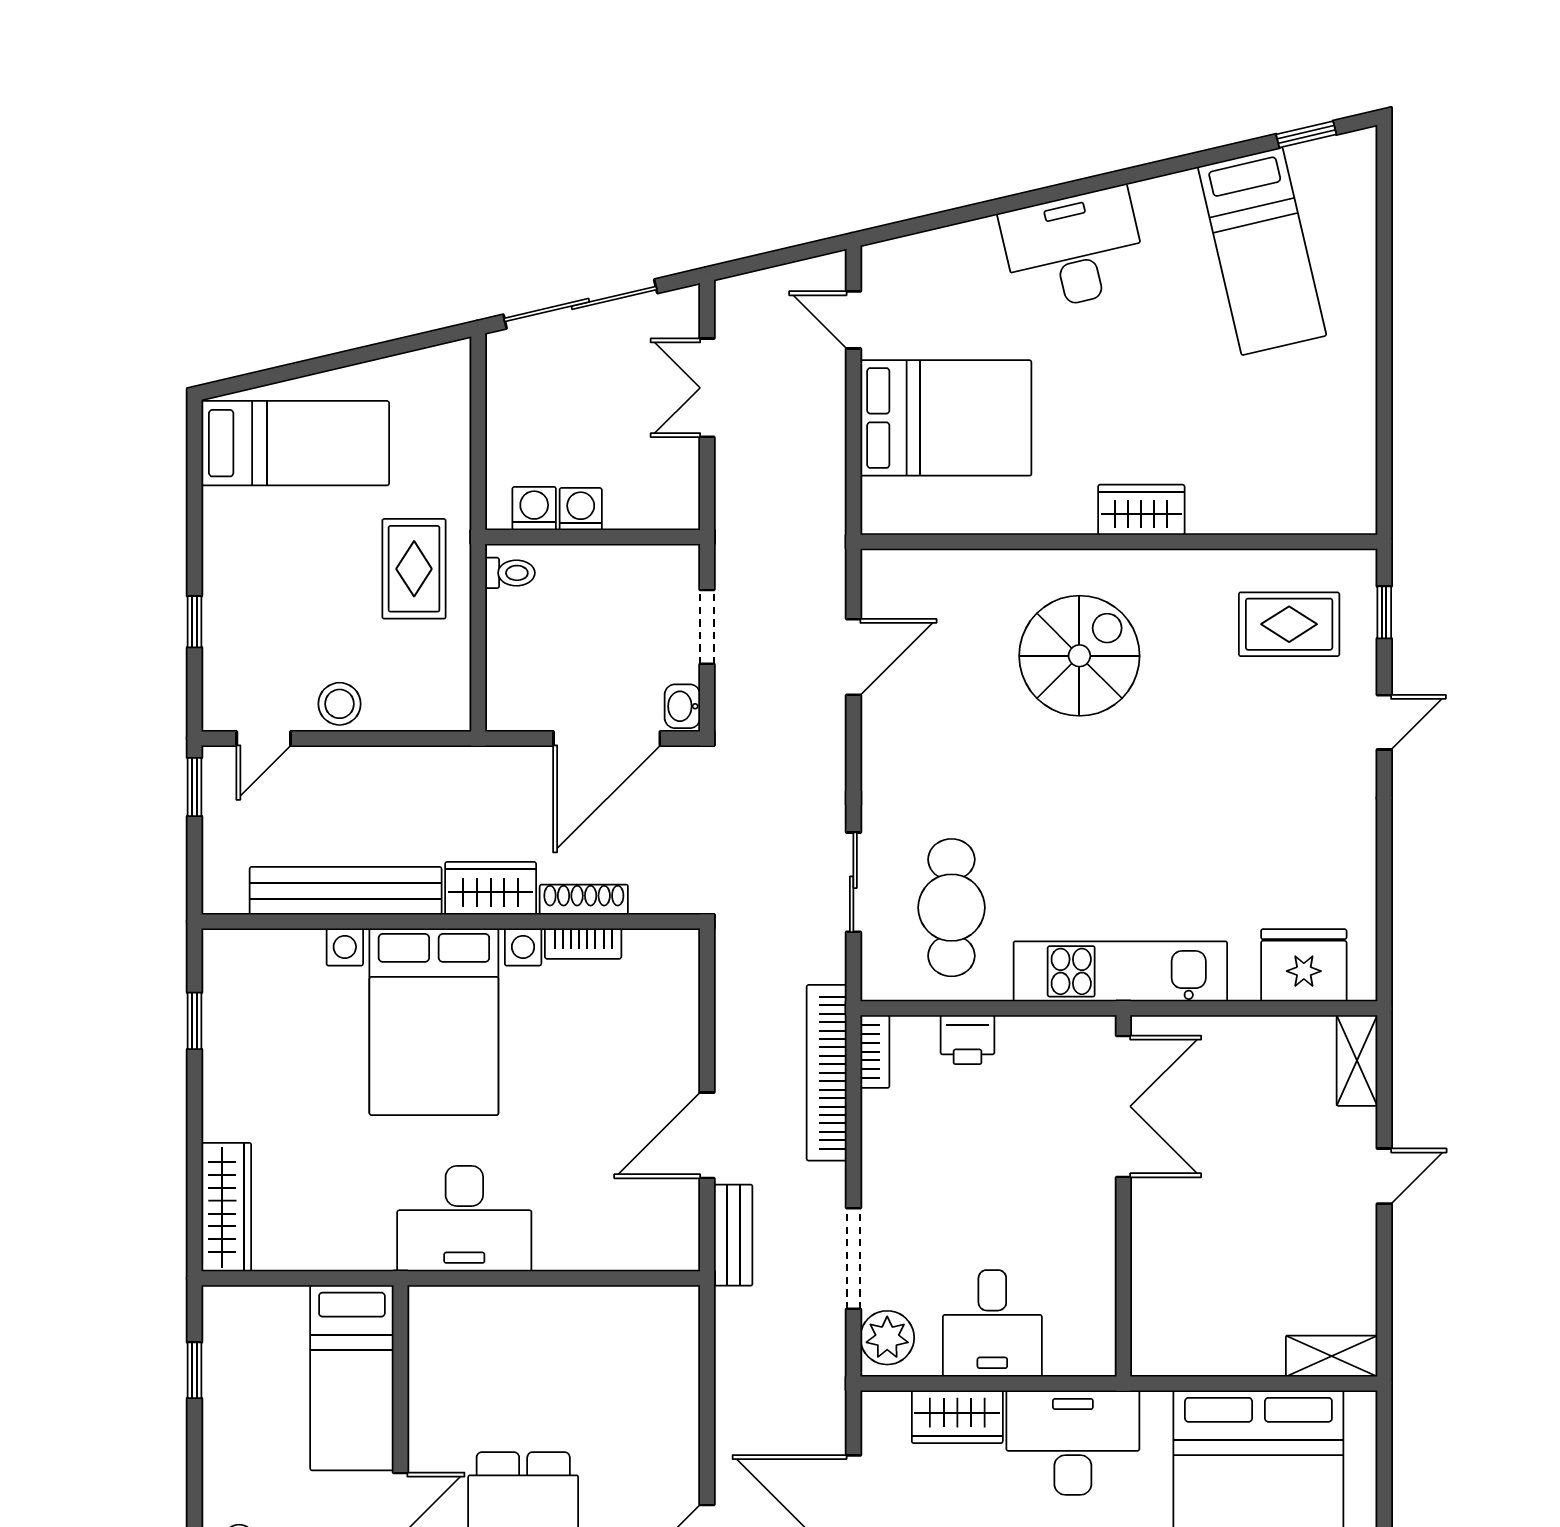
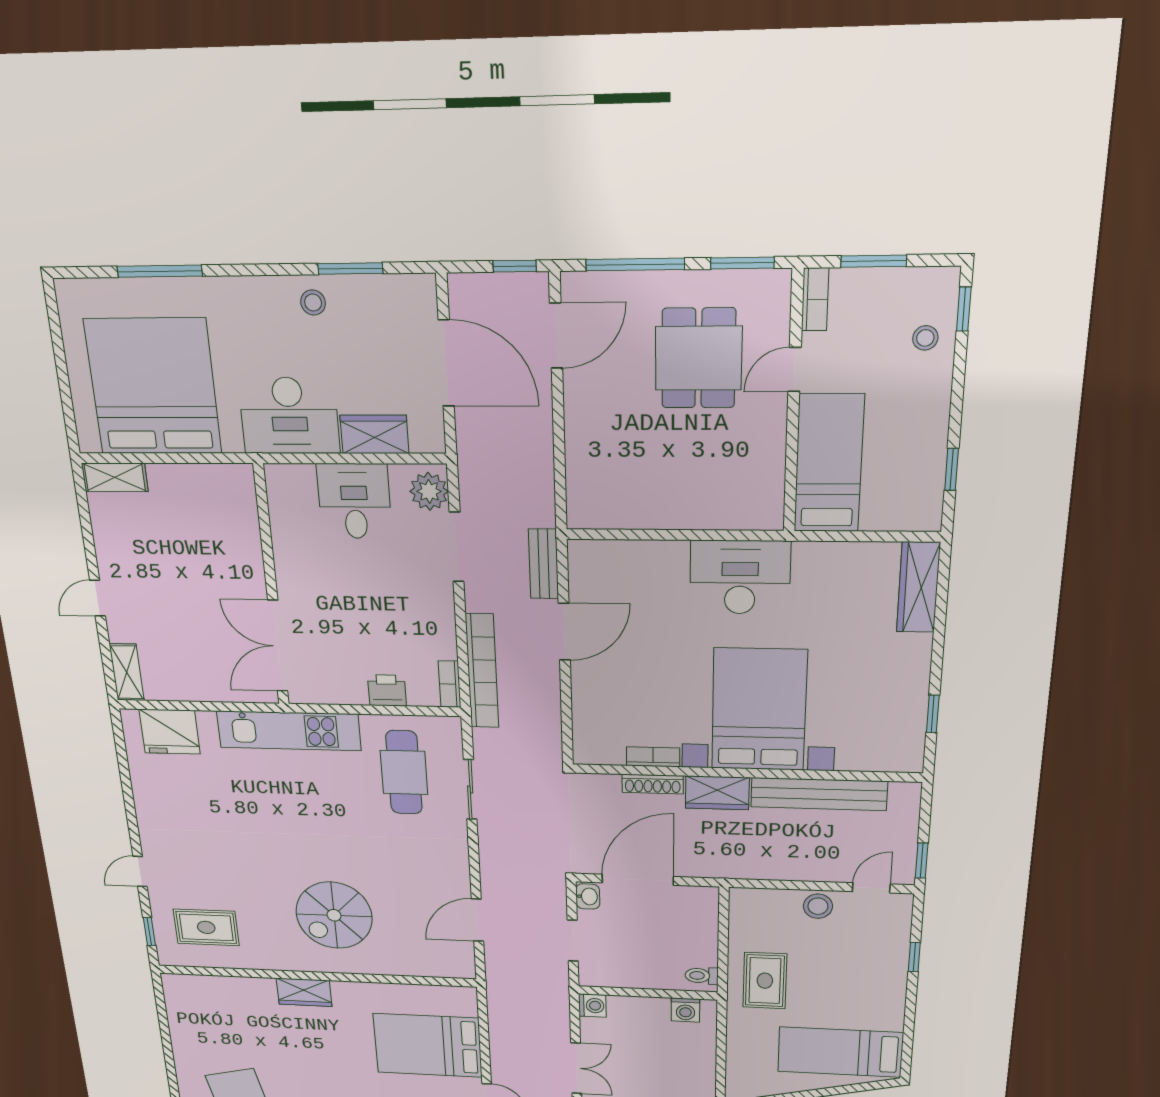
washing machine: (581, 509) -> (592, 1006), moved, turned -90

